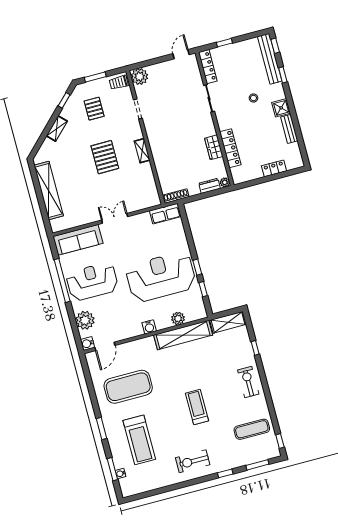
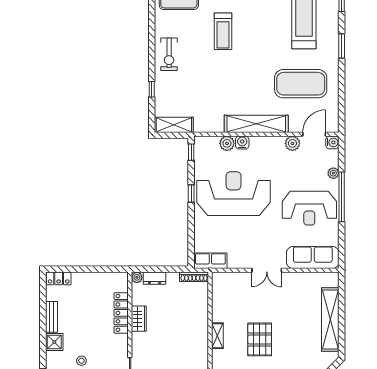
locker: (274, 168) -> (59, 278), moved
reception desk: (161, 277) -> (234, 194), turned 180
window: (62, 281) -> (342, 197), moved
window: (203, 289) -> (191, 152), moved
plant: (85, 320) -> (333, 173), width x0.53, depth x0.53
water cooler: (149, 327) -> (242, 143), moved
plant: (122, 333) -> (292, 143), added
shelving: (183, 335) -> (256, 124), moved
treadmill: (197, 407) -> (223, 31), moved

